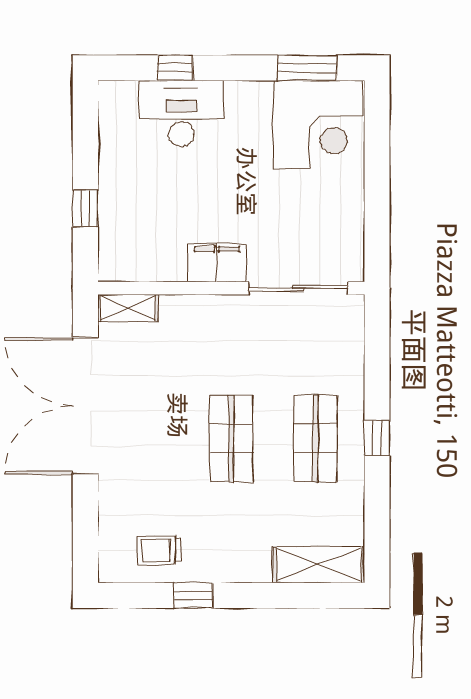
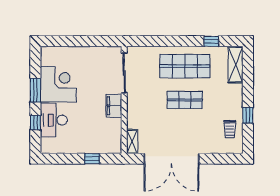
window: (307, 68) -> (35, 90), moved
corner desk: (318, 125) -> (58, 84), moved
window: (377, 438) -> (211, 41), moved
shop shelf: (315, 439) -> (185, 66), width x1.43, depth x1.36

